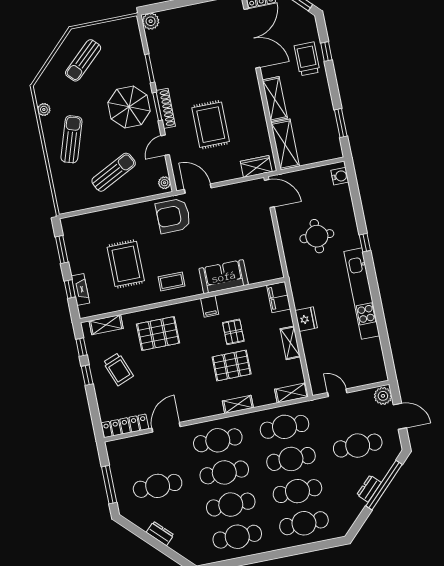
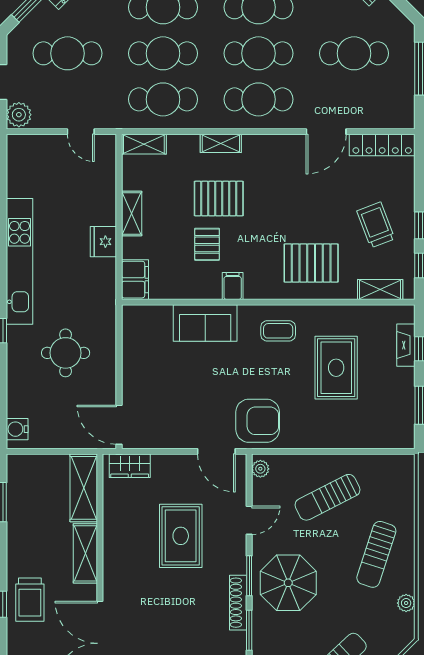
shoe rack: (166, 108) -> (238, 603), moved

